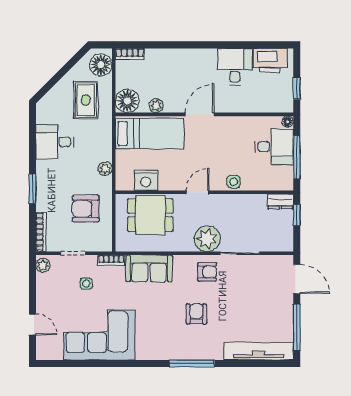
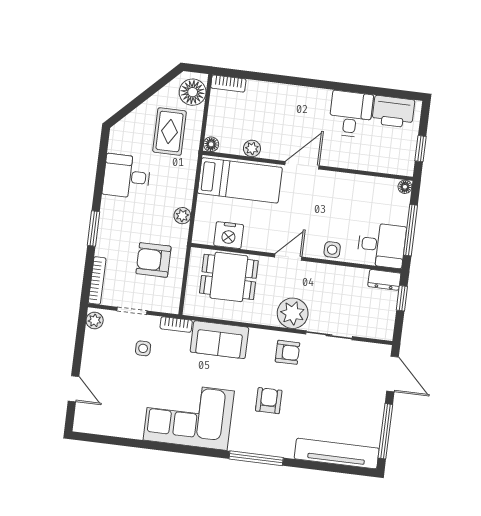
floor lamp: (127, 101) -> (211, 144), width x0.53, depth x0.53
desk: (274, 147) -> (381, 245), moved
corner sofa: (99, 335) -> (189, 415), moved

